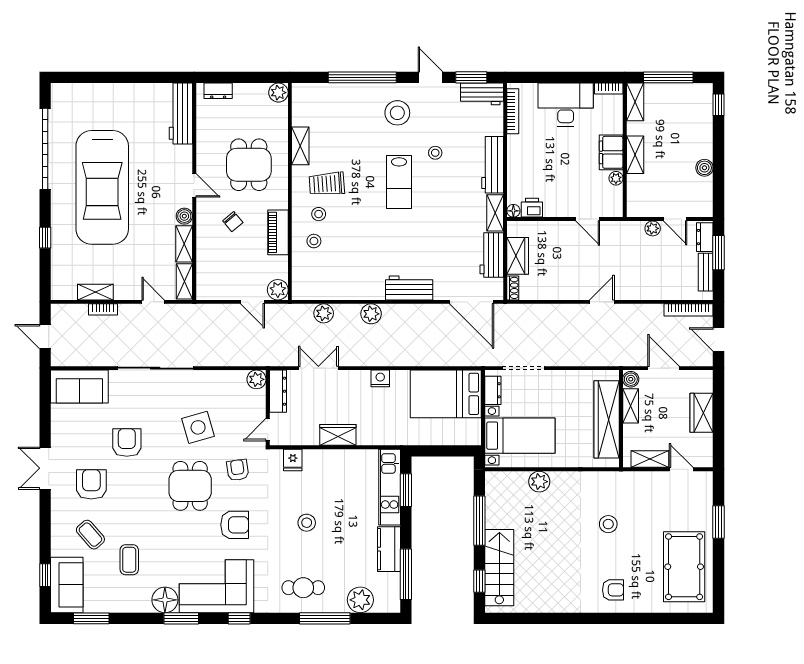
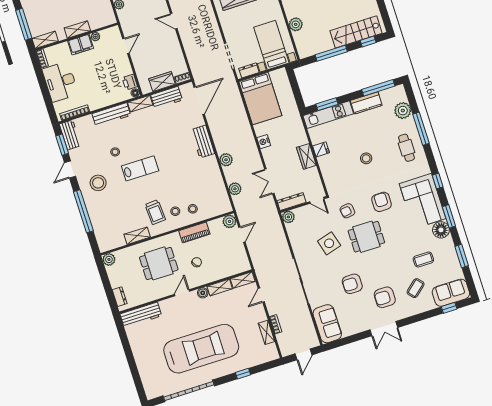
fridge: (293, 460) -> (321, 149), moved
window: (91, 618) -> (462, 256), moved

